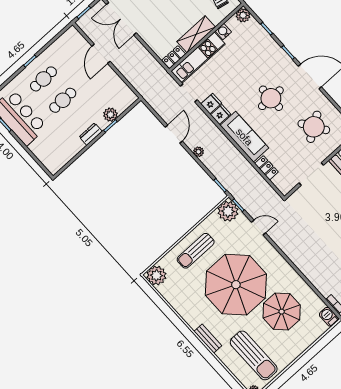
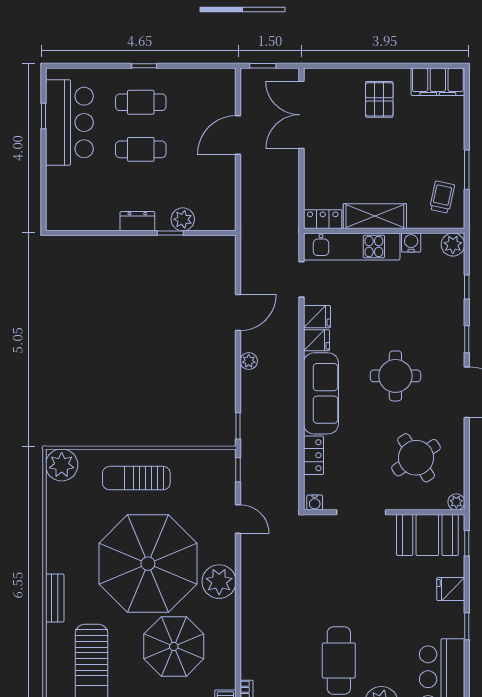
water cooler: (286, 189) -> (315, 503), added
plant: (228, 211) -> (219, 582), moved

